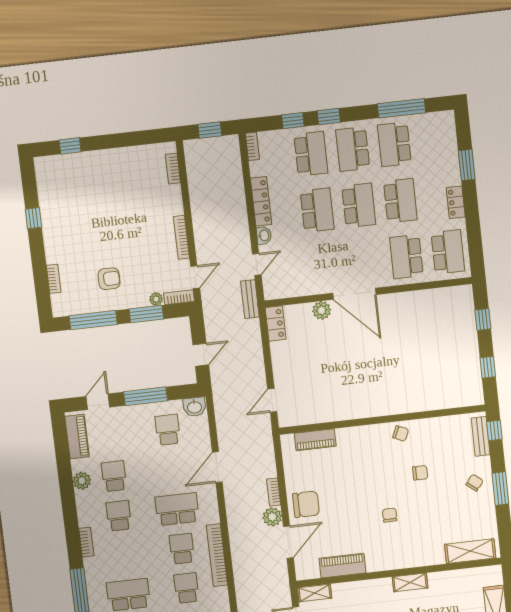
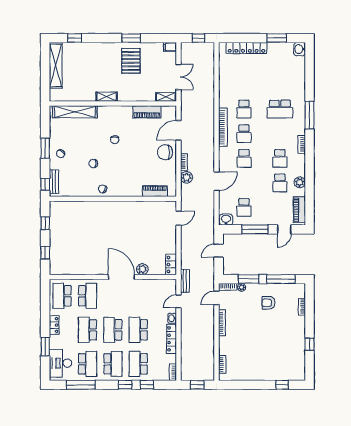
desk: (439, 140) -> (61, 363), added
school desk: (177, 509) -> (244, 158), width x0.54
plant: (272, 517) -> (186, 177), moved
shelving: (470, 551) -> (75, 112), width x1.47

